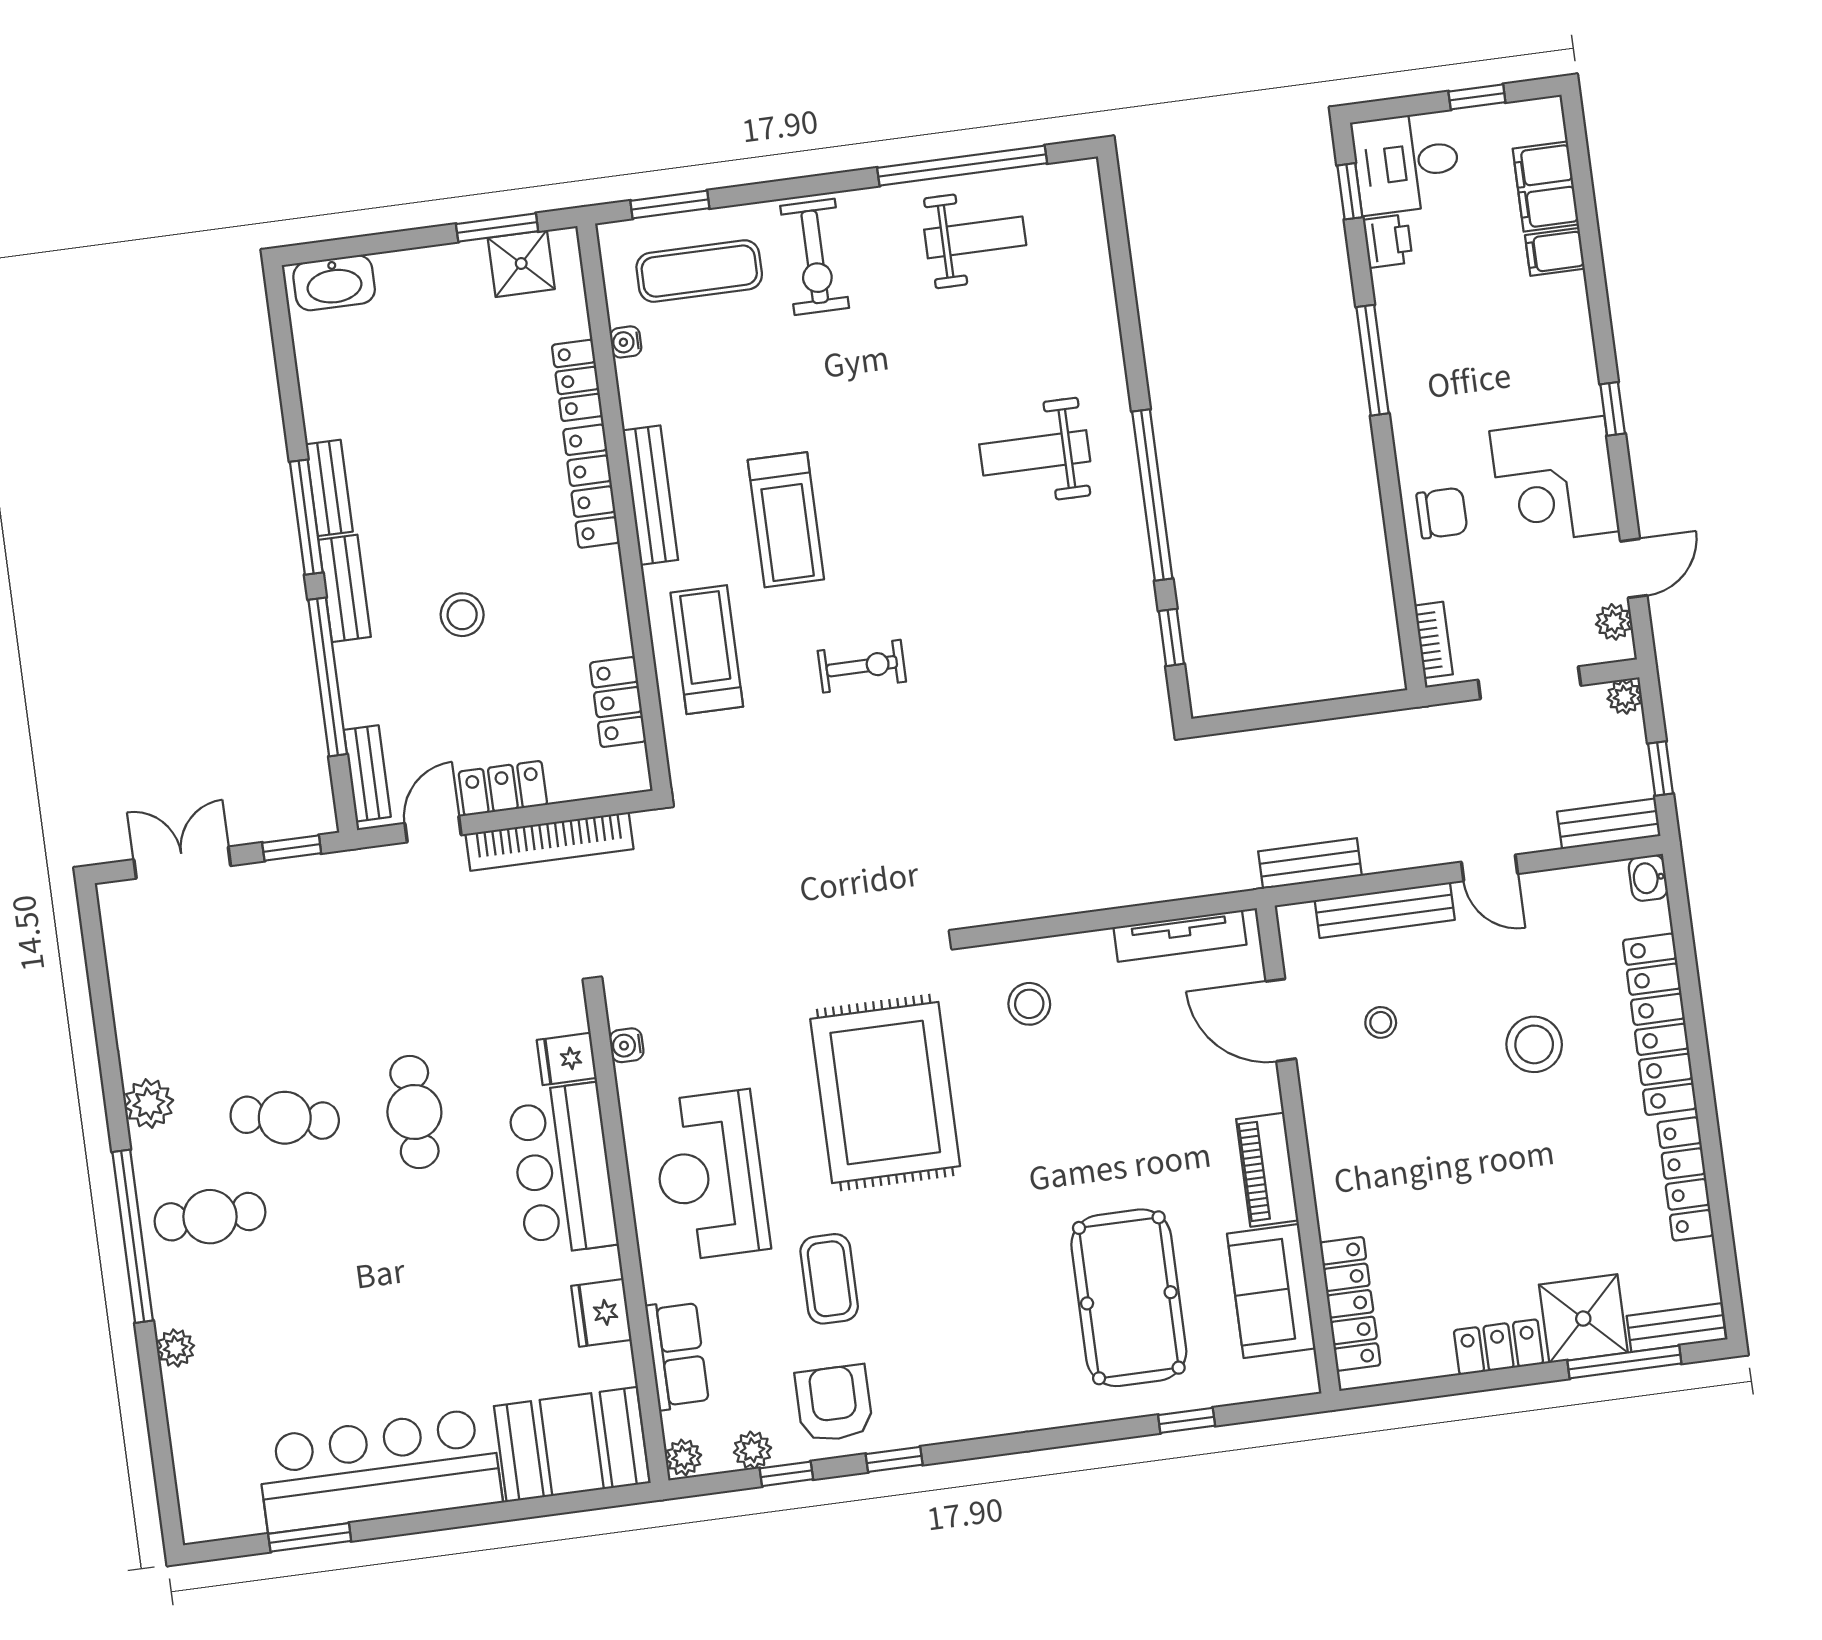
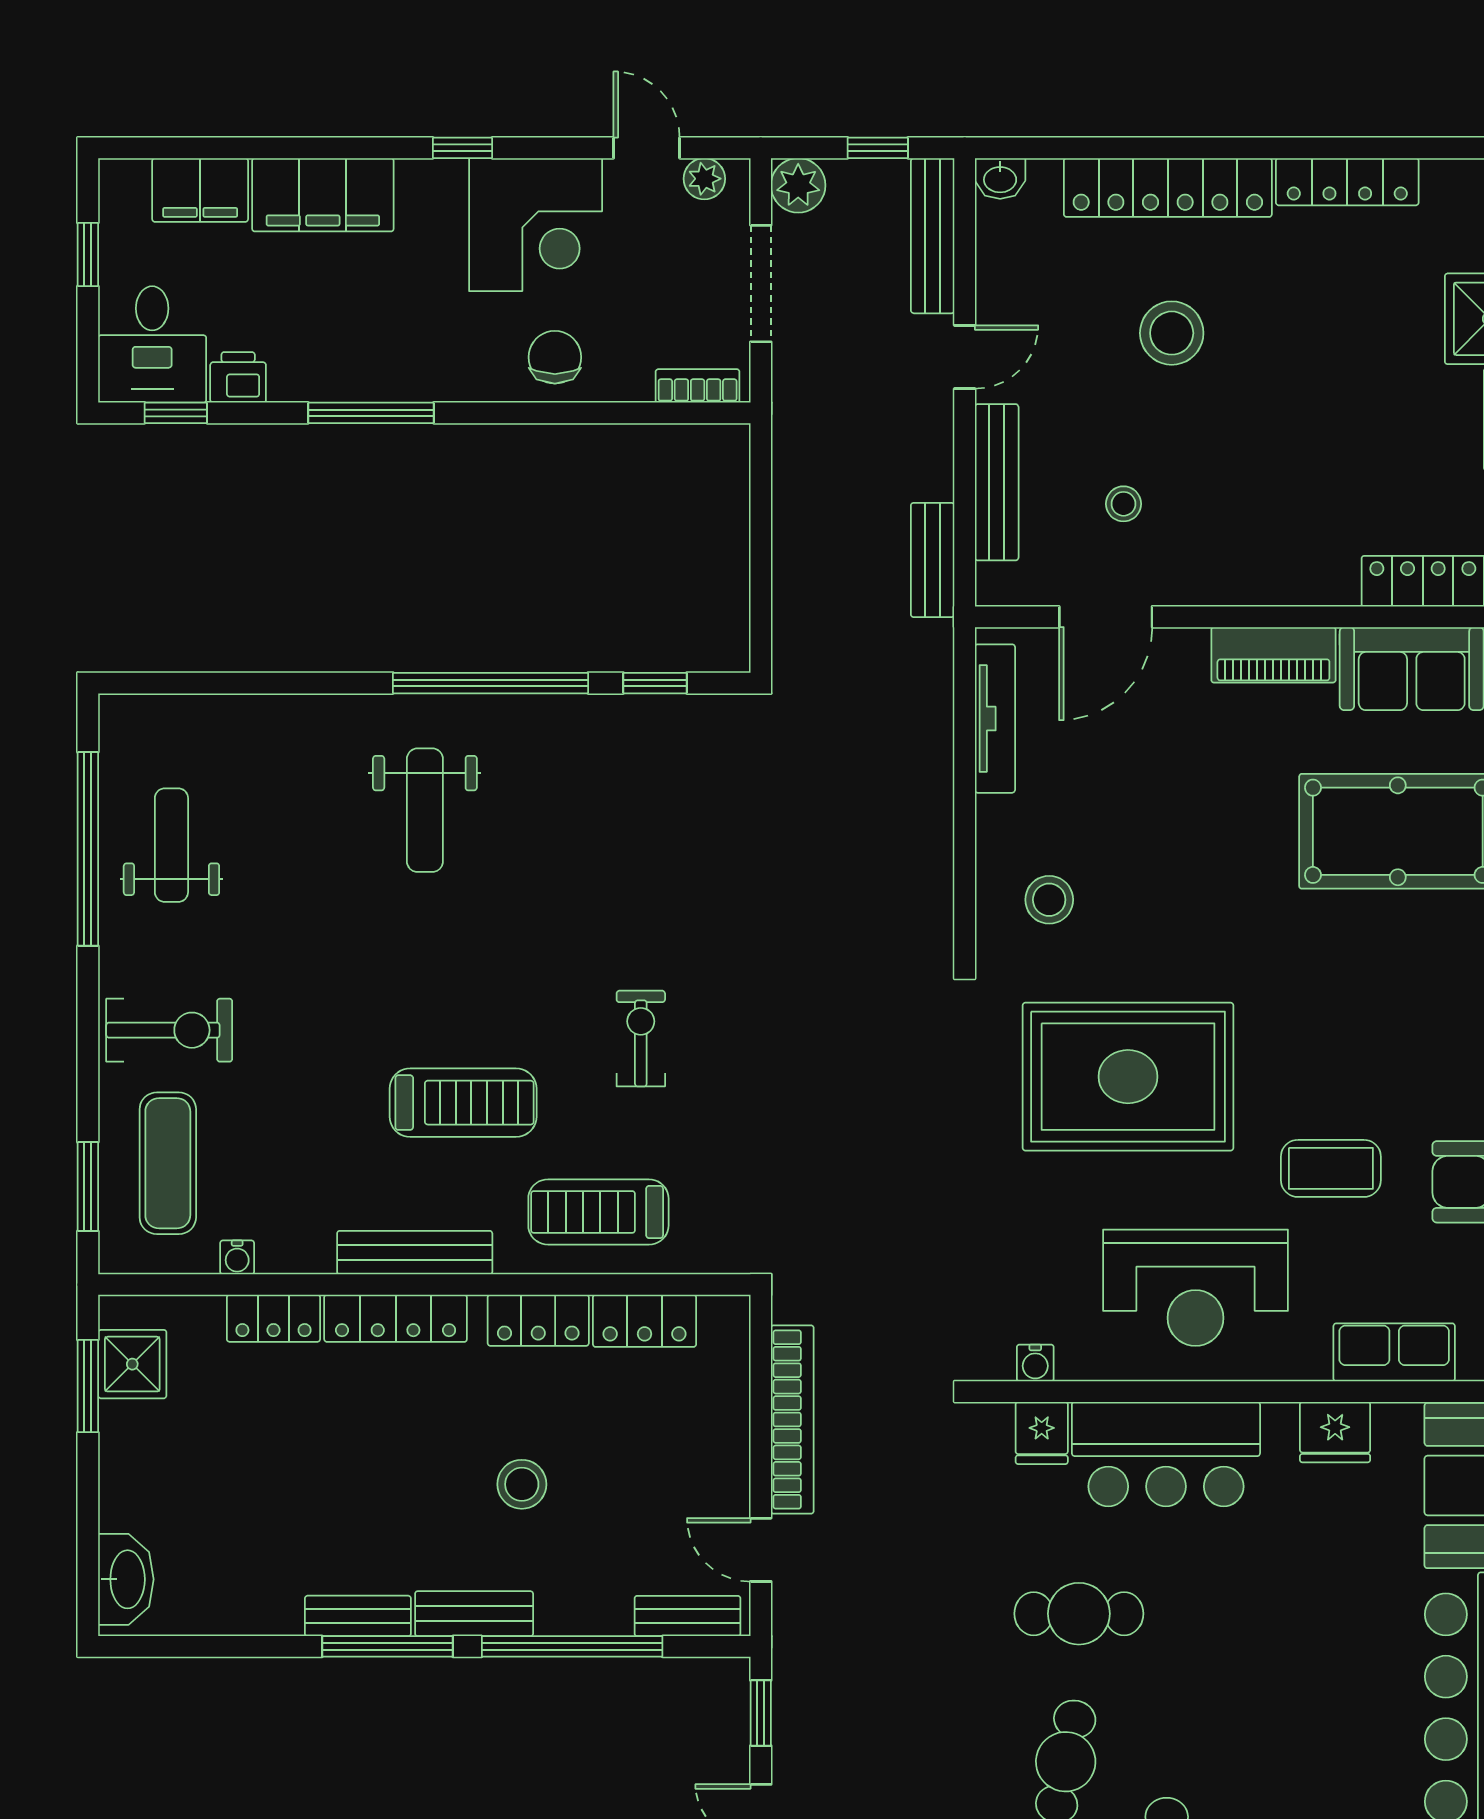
filing cabinet: (1555, 252) -> (323, 195), width x3.00, depth x1.17
plant: (1624, 697) -> (798, 185), width x1.38, depth x1.38
locker: (503, 788) -> (538, 1320), moved, turned -90
bench: (1609, 824) -> (933, 236), width x1.36

